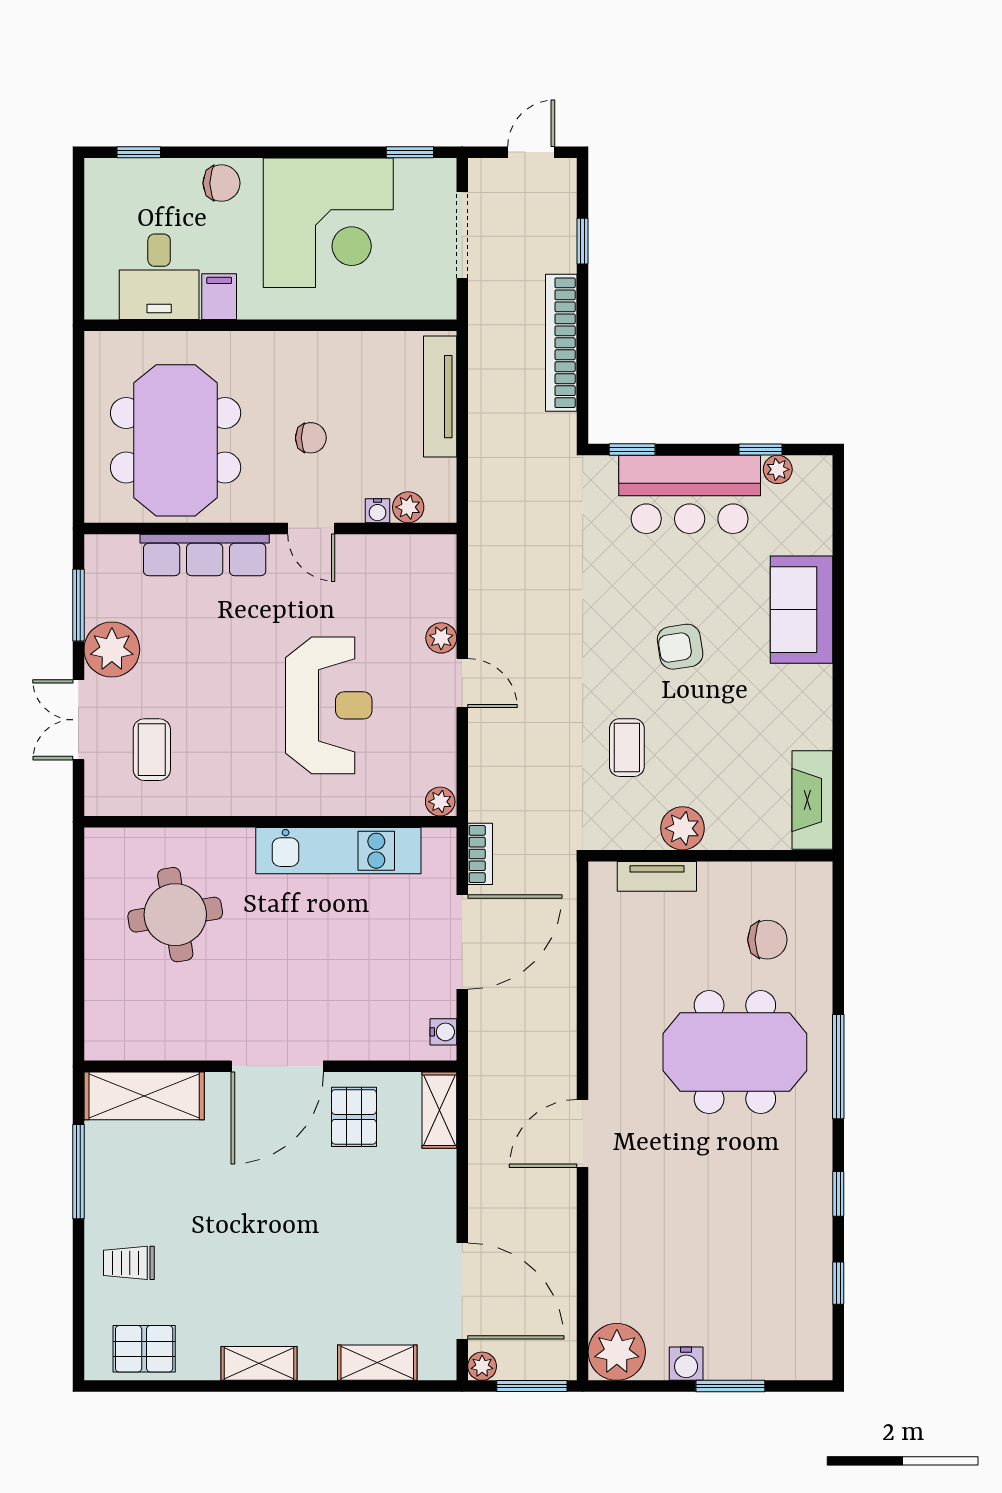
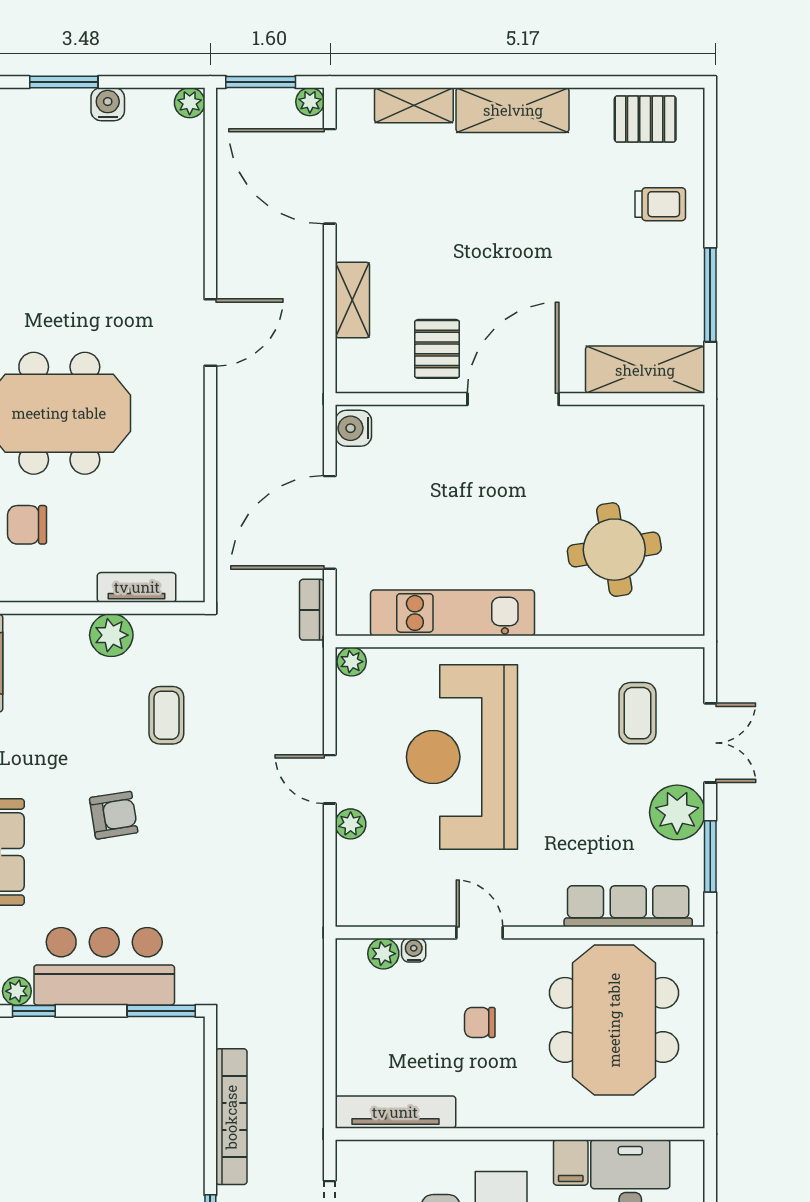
tv unit: (440, 397) -> (395, 1112), moved, turned -90
window: (632, 449) -> (161, 1011), width x1.50
row of seats: (205, 555) -> (628, 906), moved
reception desk: (329, 705) -> (462, 757), width x1.36, depth x1.30
water cooler: (443, 1032) -> (353, 428), width x1.38, depth x1.38
shelving: (439, 1110) -> (352, 300), moved
plant: (617, 1352) -> (190, 103), width x0.53, depth x0.53
shelving: (259, 1363) -> (513, 110), width x1.50, depth x1.33

